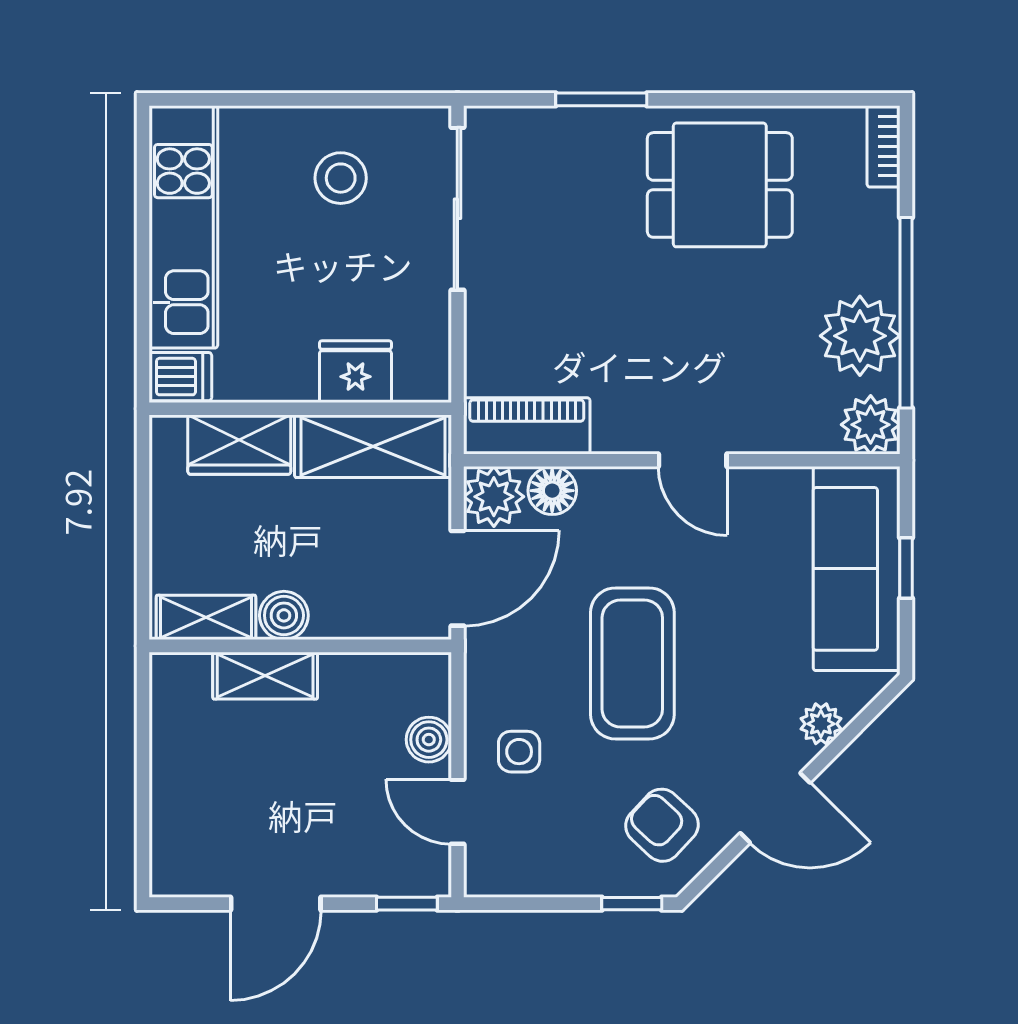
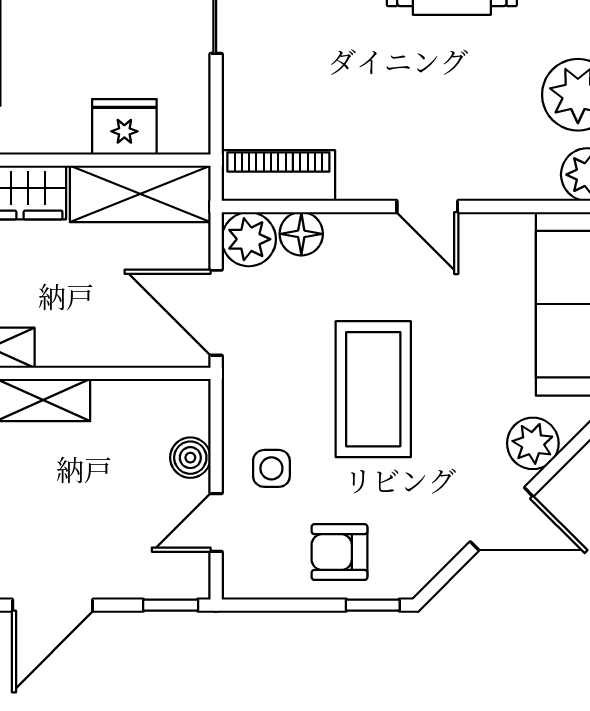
door: (457, 578) -> (216, 313), swing flipped
boiler: (284, 615) -> (60, 346), removed
plant: (821, 724) -> (533, 443), width x1.38, depth x1.38
door: (457, 812) -> (216, 522), hinge flipped
armchair: (662, 825) -> (340, 552), moved, turned -43

